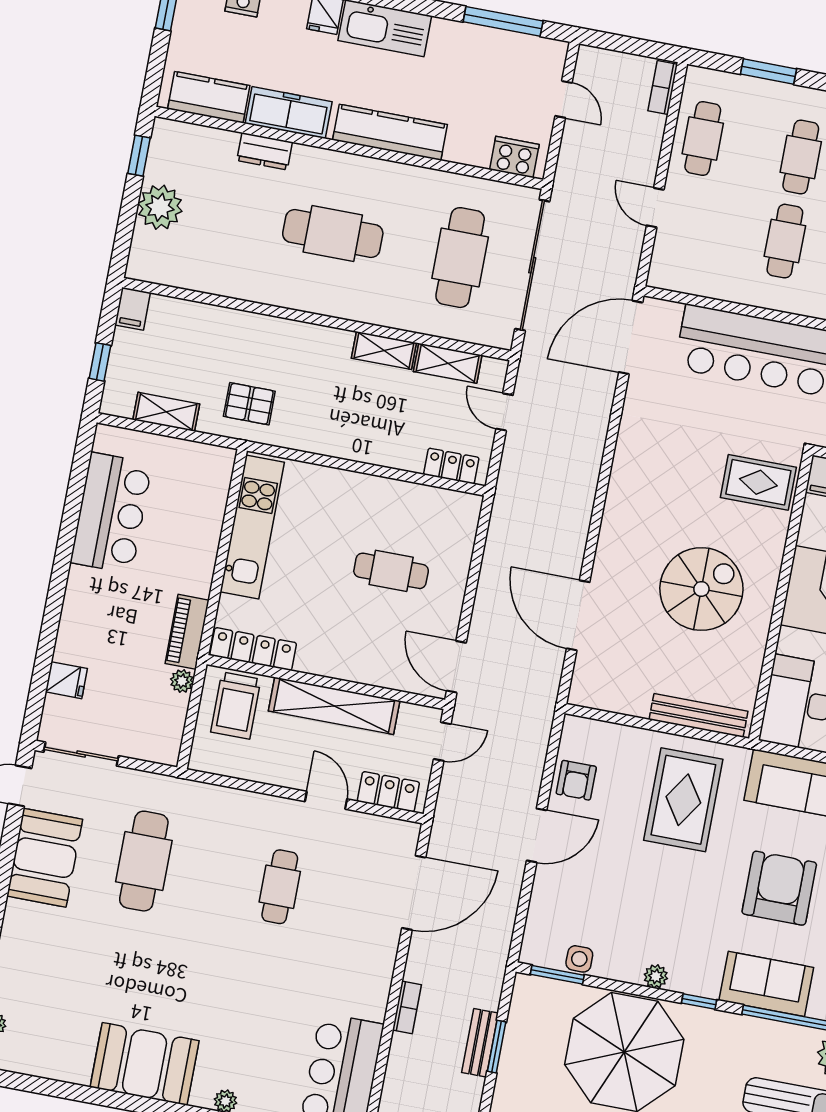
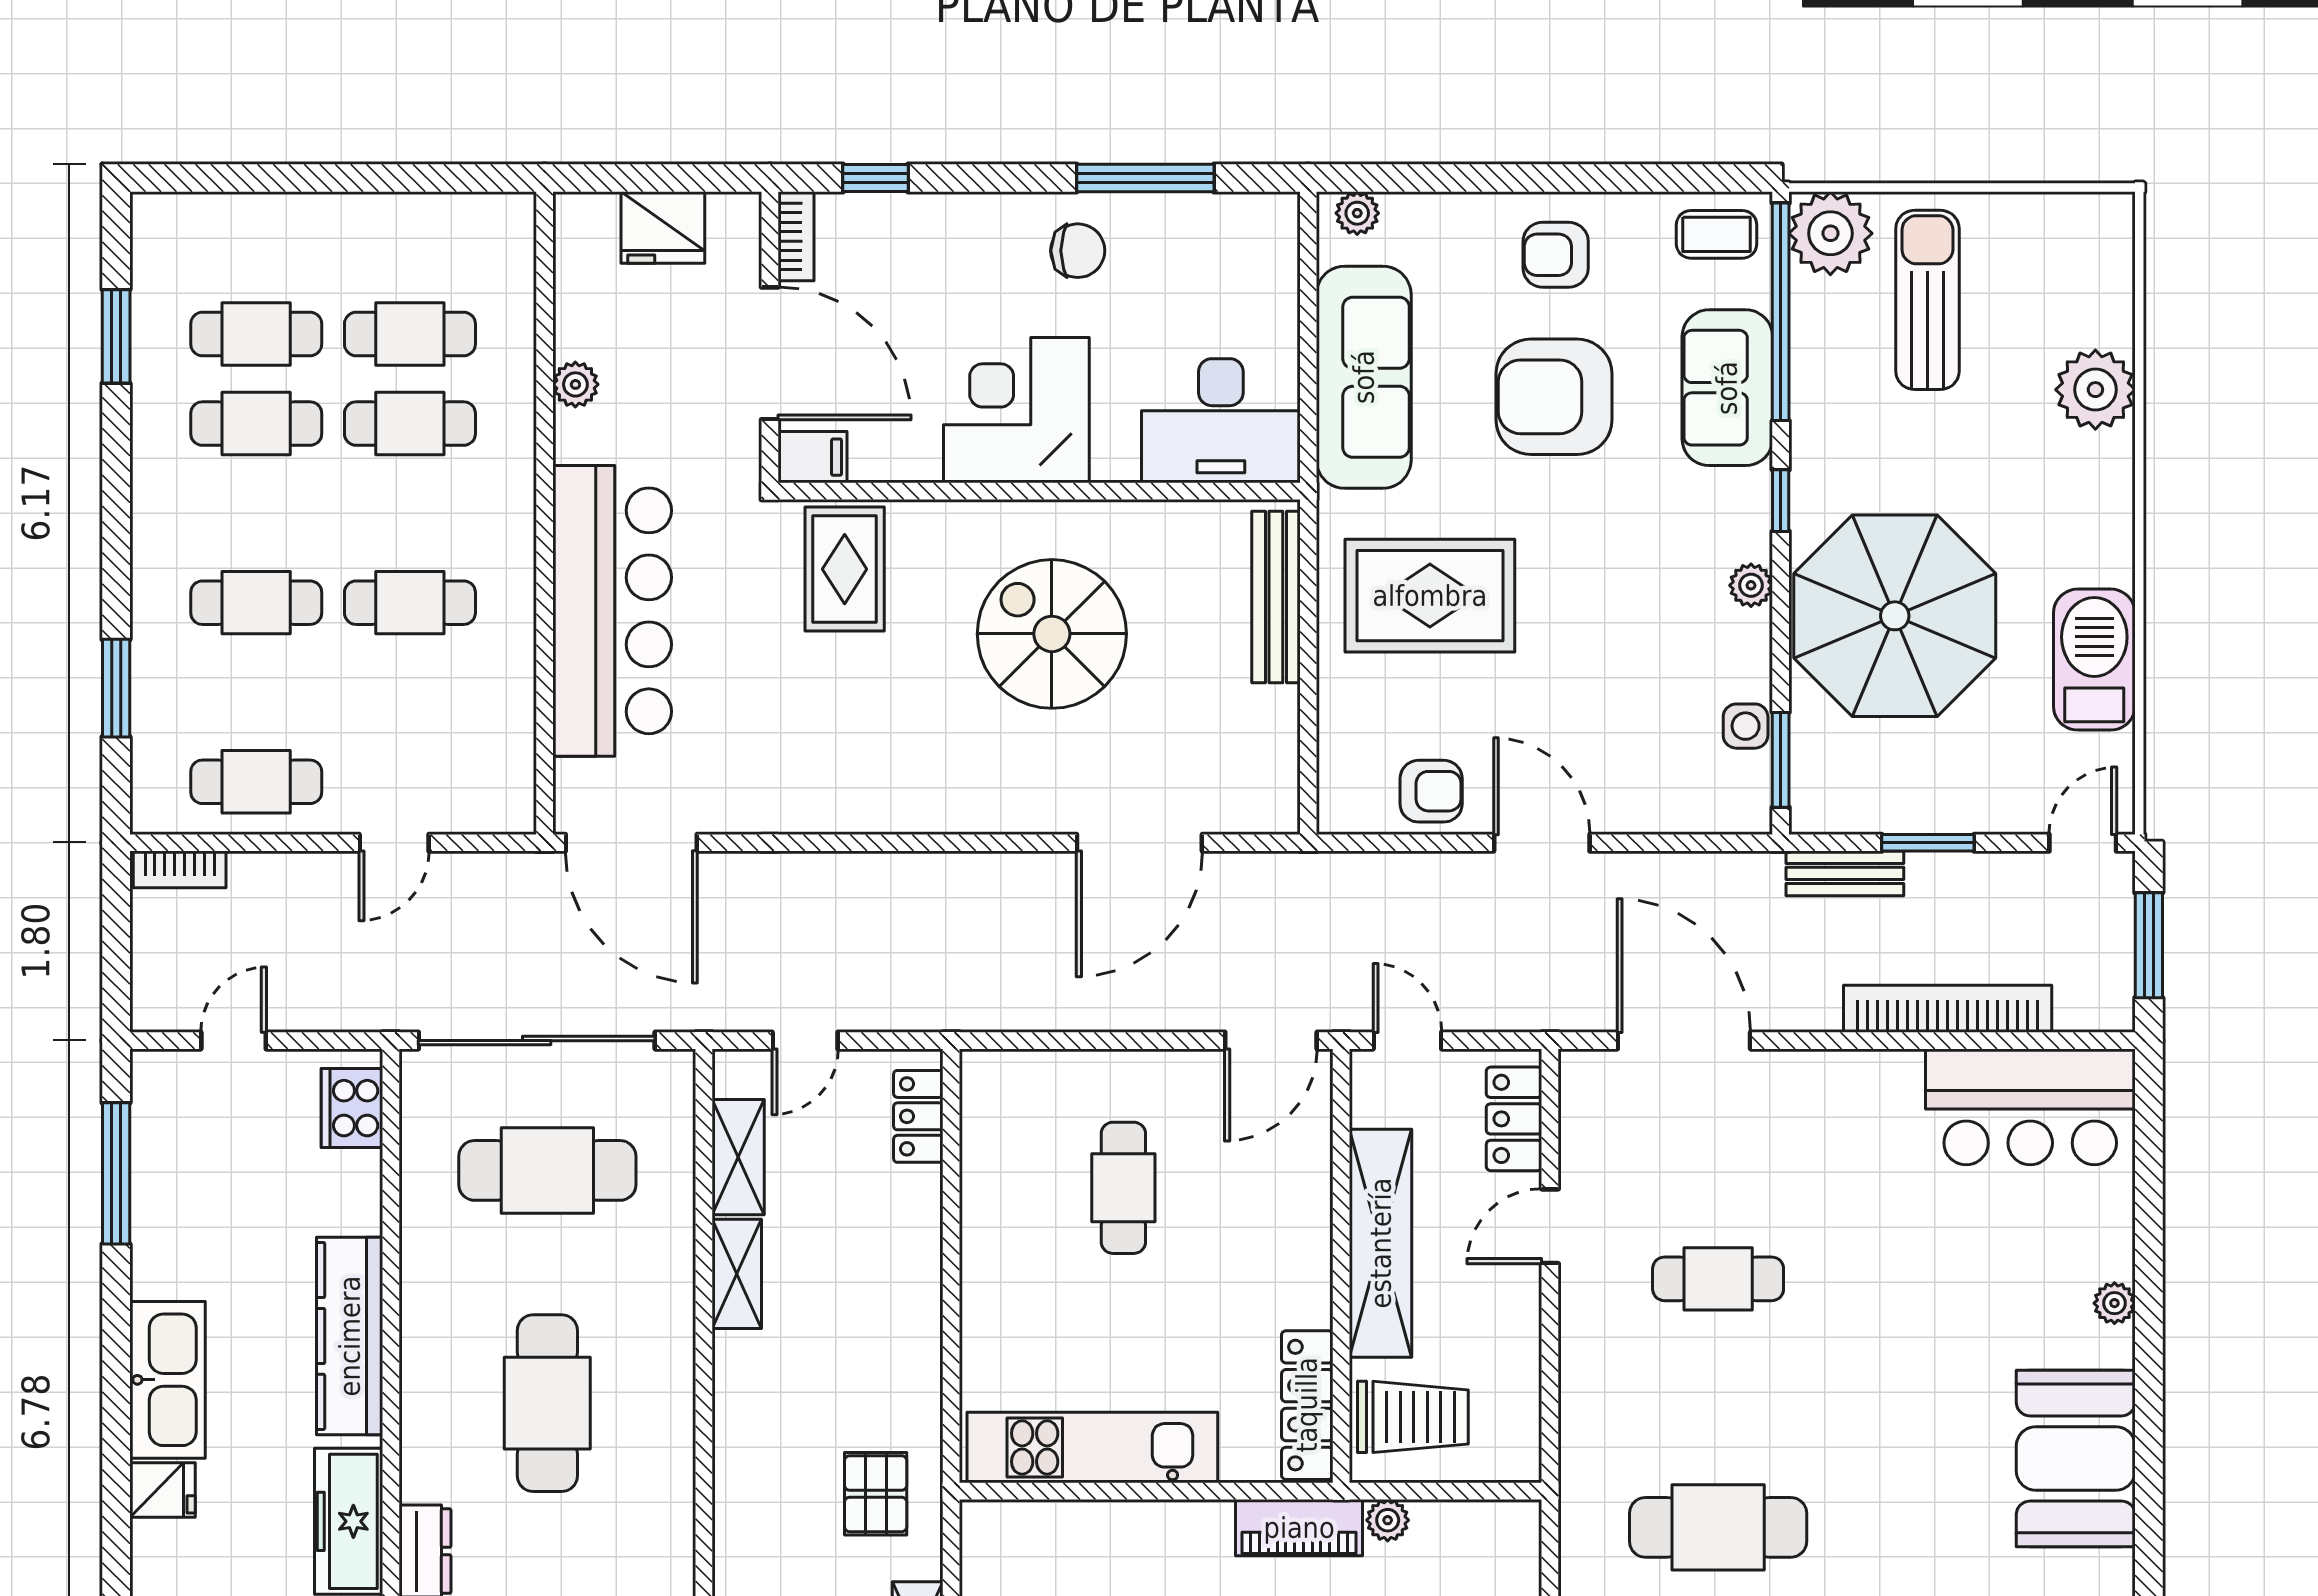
bookcase: (407, 1007) -> (1948, 1009), width x2.31, depth x1.31
bench: (480, 1043) -> (1845, 873), moved

